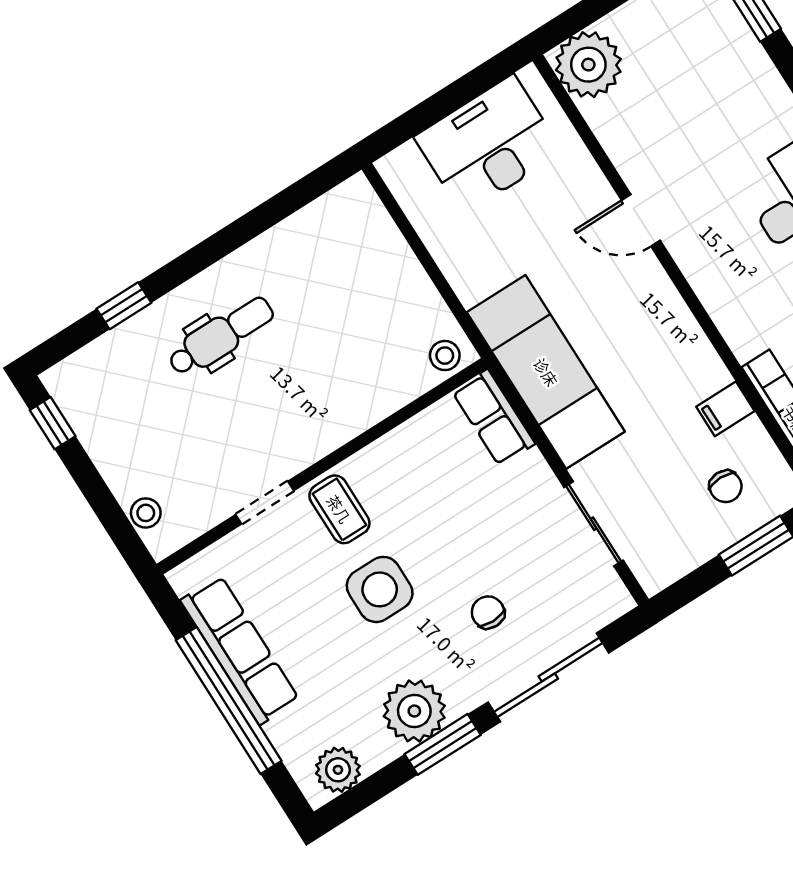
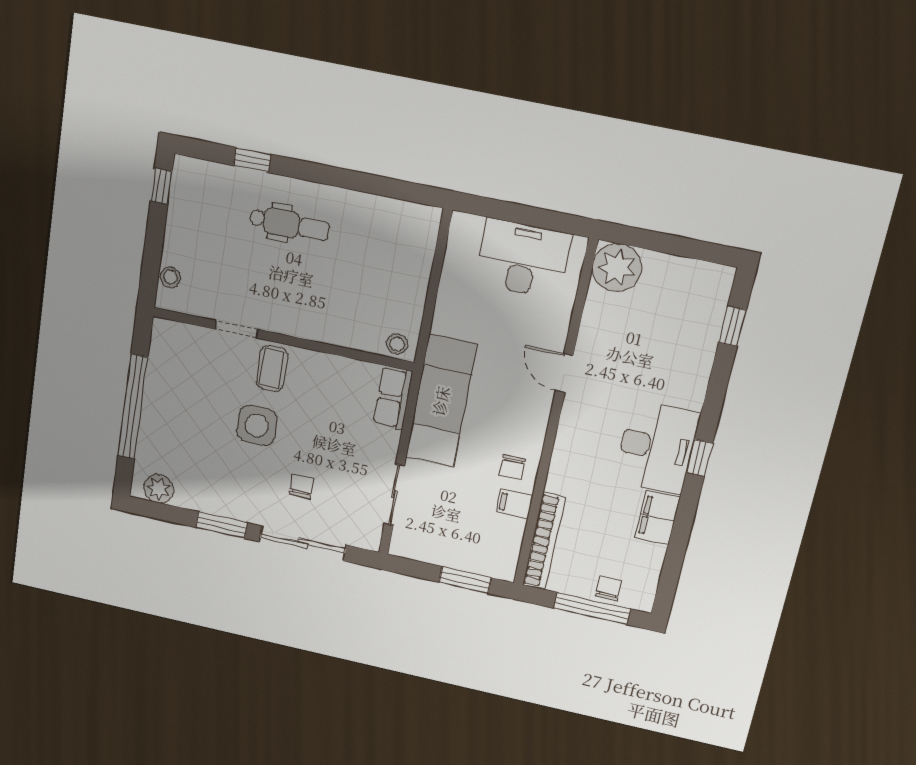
chair: (726, 486) -> (512, 467), moved
row of seats: (240, 650) -> (160, 388), removed
plant: (414, 711) -> (222, 497), removed

